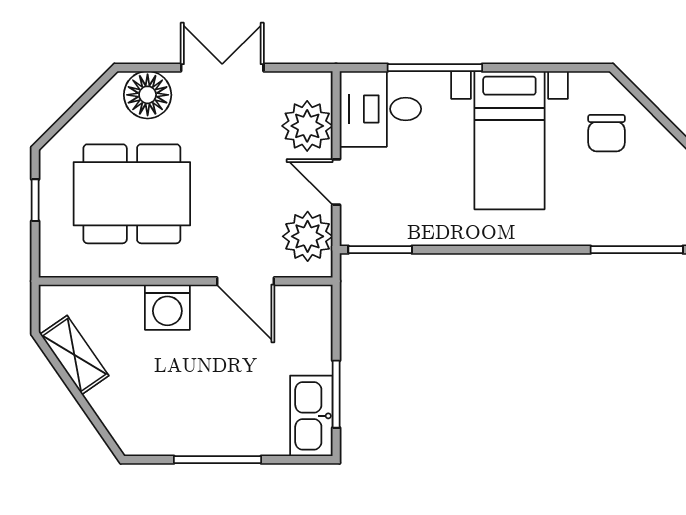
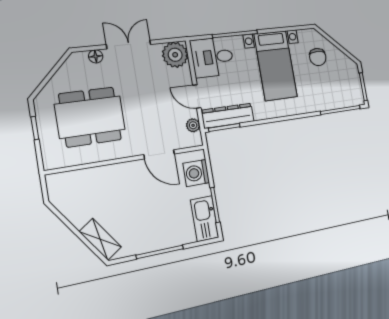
floor lamp: (148, 95) -> (96, 56), width x0.53, depth x0.53
plant: (307, 126) -> (175, 55), moved
dresser: (391, 228) -> (228, 116), added
plant: (308, 236) -> (193, 125), width x0.53, depth x0.53
washing machine: (167, 307) -> (196, 173), moved, turned 90
shelving: (74, 355) -> (100, 239), moved

